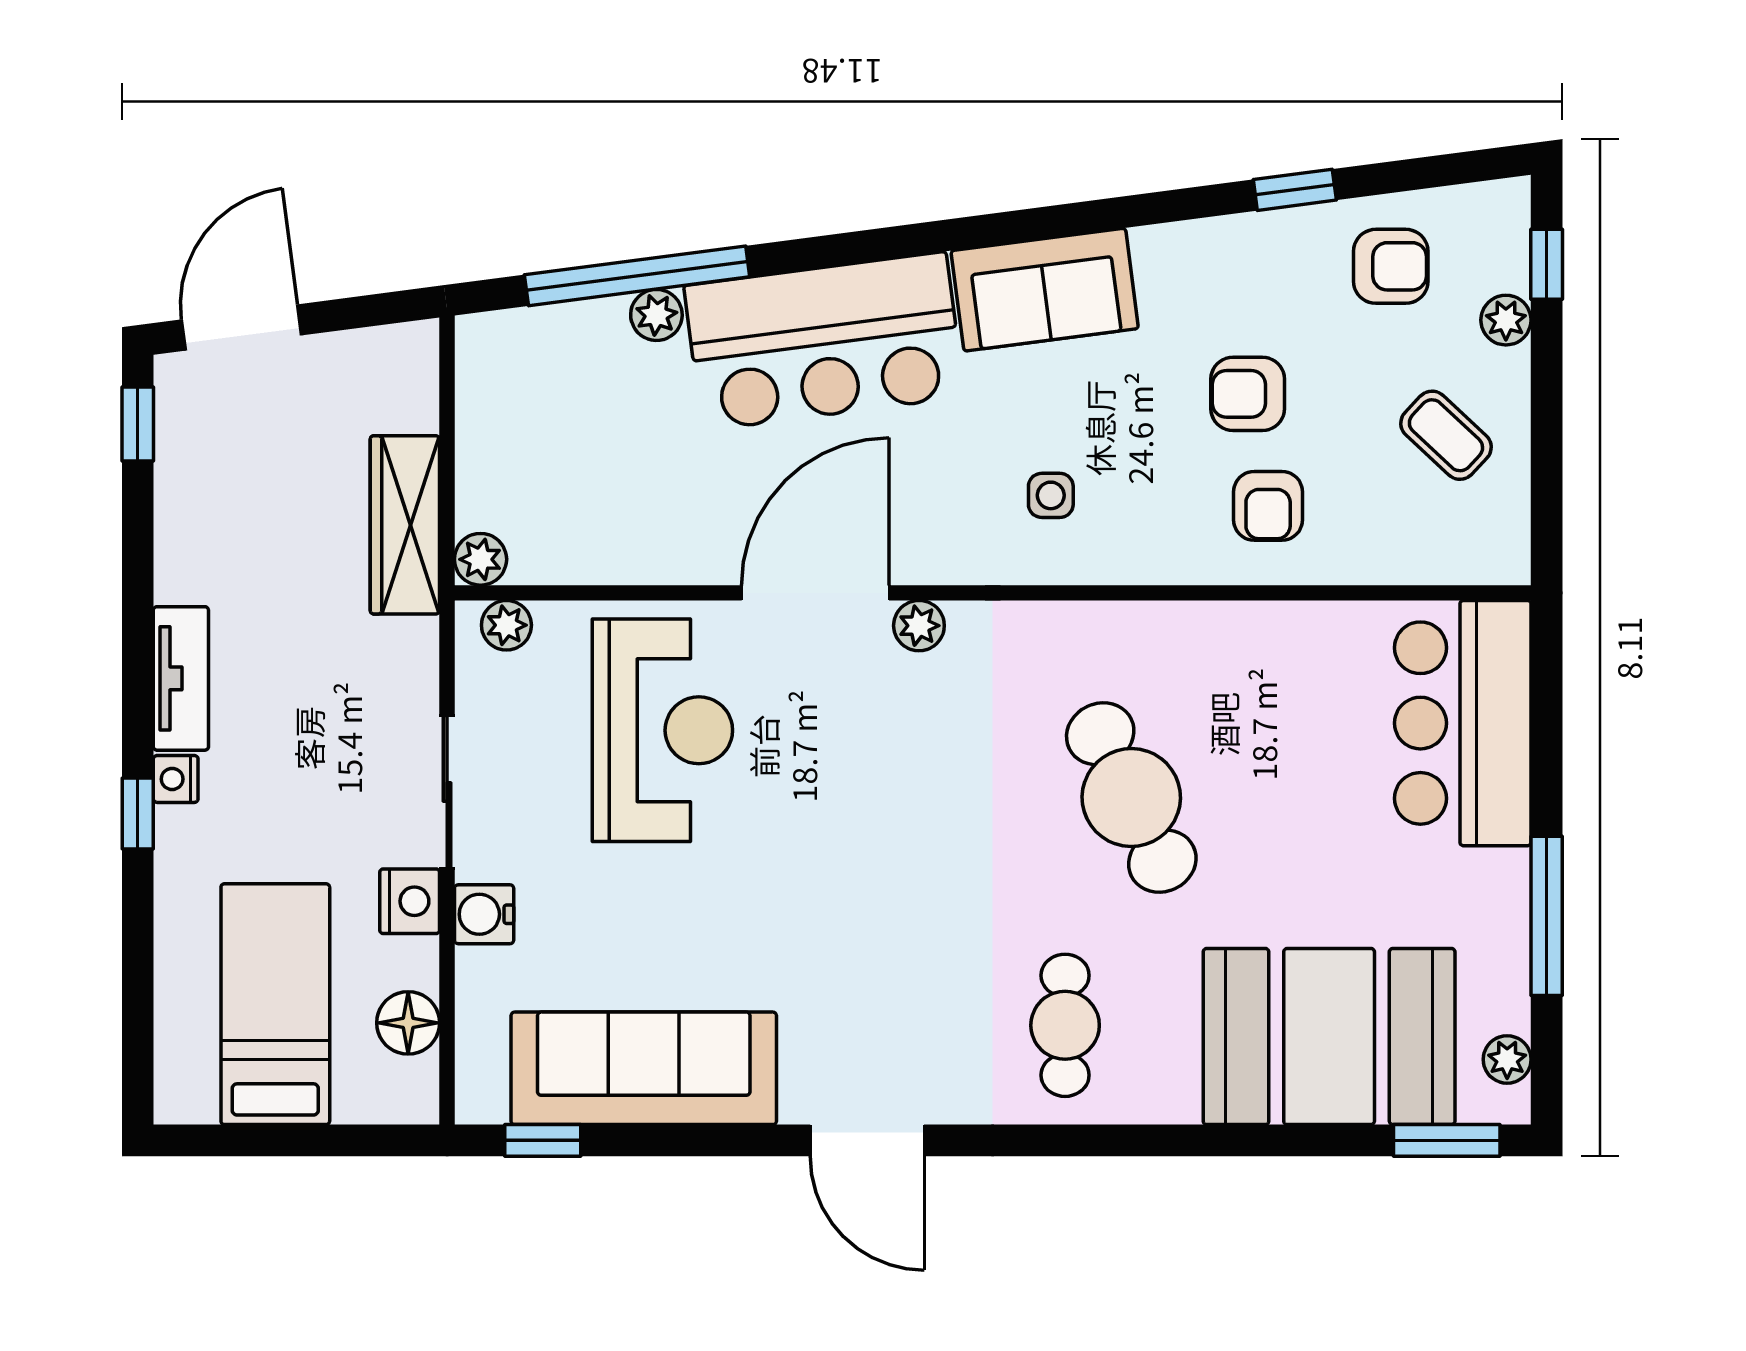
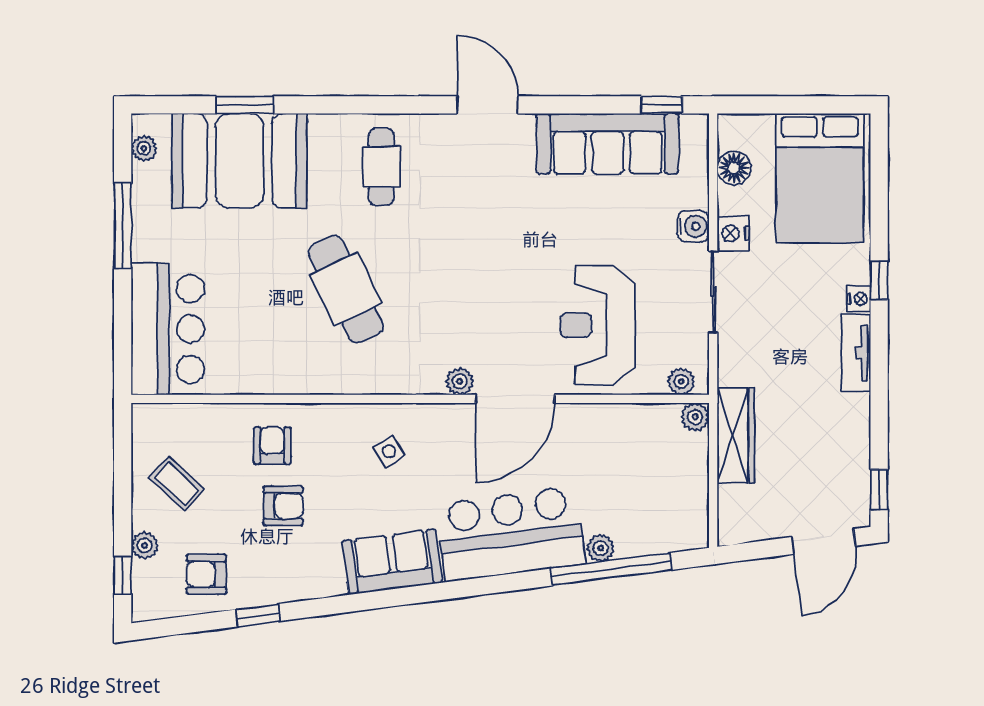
side table: (1051, 495) -> (389, 451), turned -33
bed: (275, 1004) -> (820, 178), width x1.50
window: (1447, 1140) -> (245, 105), moved

